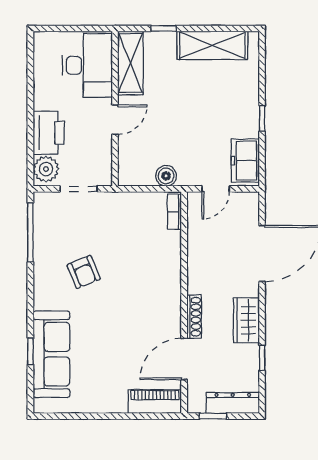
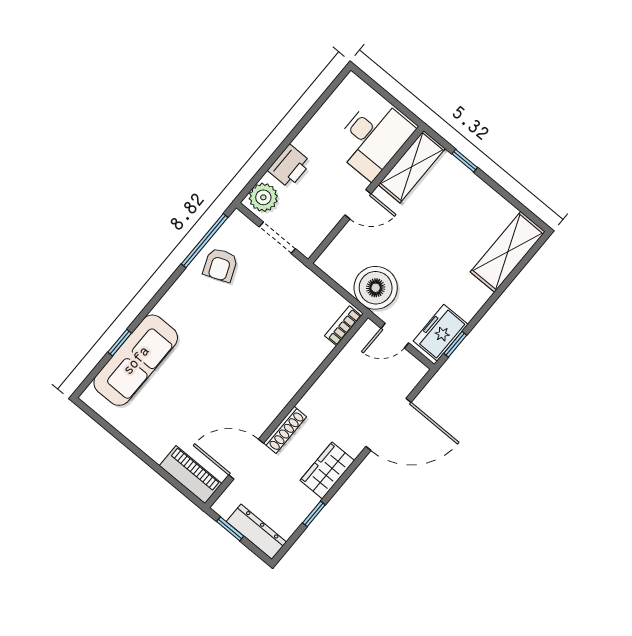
shelving: (212, 45) -> (508, 252), moved, turned 90
window: (262, 118) -> (455, 344), moved
printer: (49, 133) -> (289, 166), width x0.73, depth x0.84
boiler: (166, 176) -> (376, 288), width x1.86, depth x1.86
armchair: (84, 272) -> (220, 265), moved

